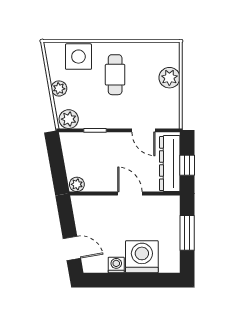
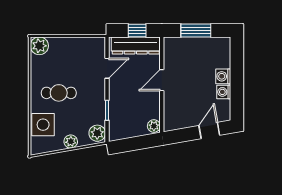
plant: (169, 78) -> (39, 46), moved
washing machine: (142, 257) -> (223, 76), width x0.53, depth x0.53

